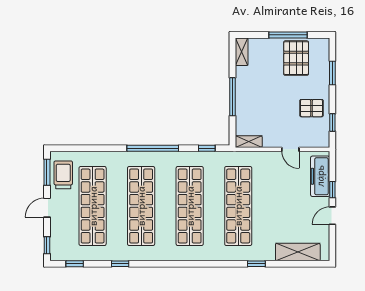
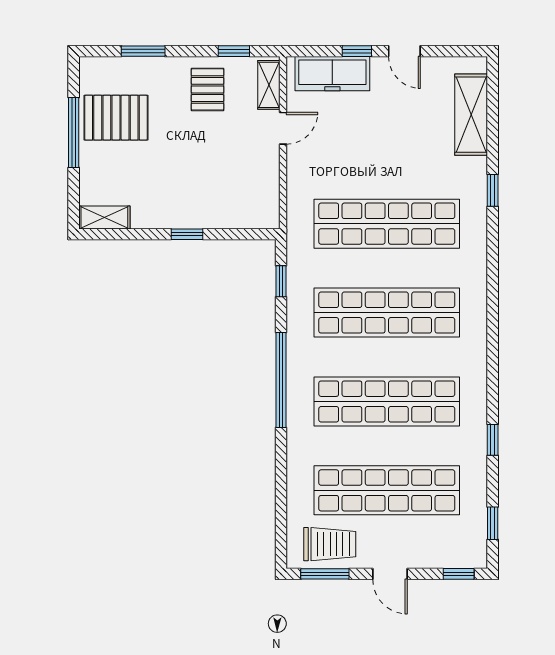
window: (232, 97) -> (187, 234), width x0.46
shelving: (249, 142) -> (269, 85), moved
trolley: (63, 175) -> (330, 544), turned 180

